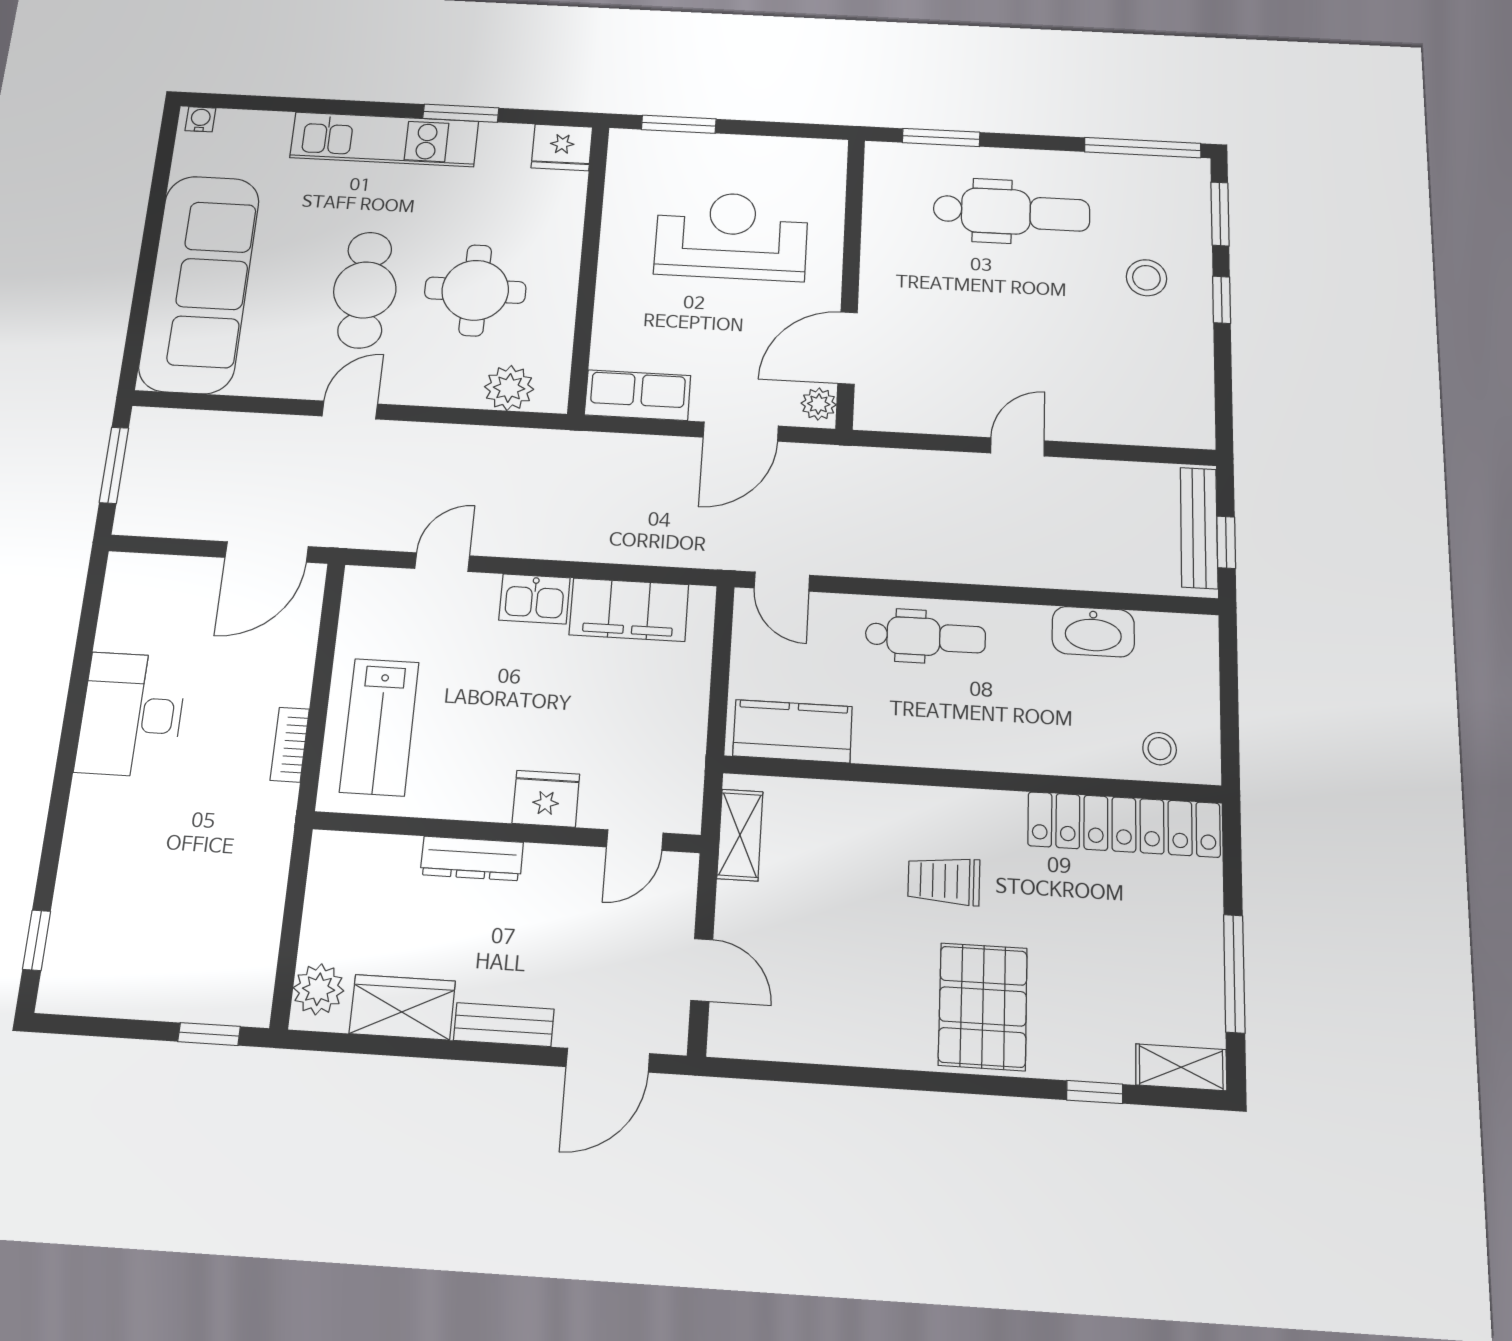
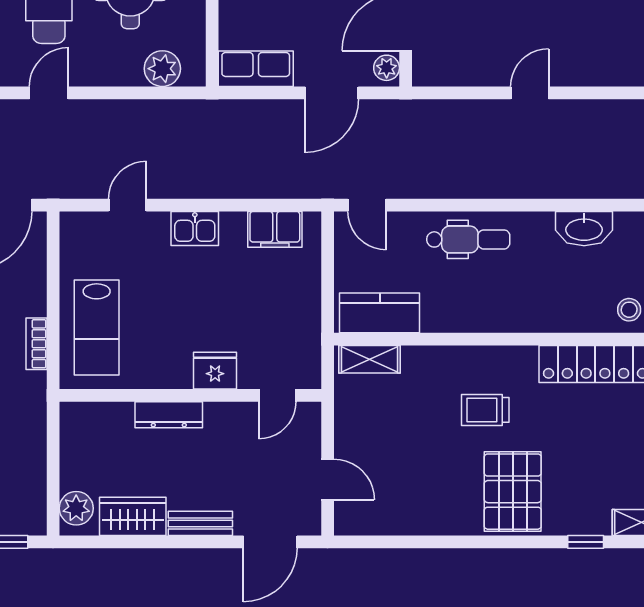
filing cabinet: (629, 610) -> (275, 229), width x0.67, depth x0.86
shelving: (740, 835) -> (369, 359), moved, turned 90

